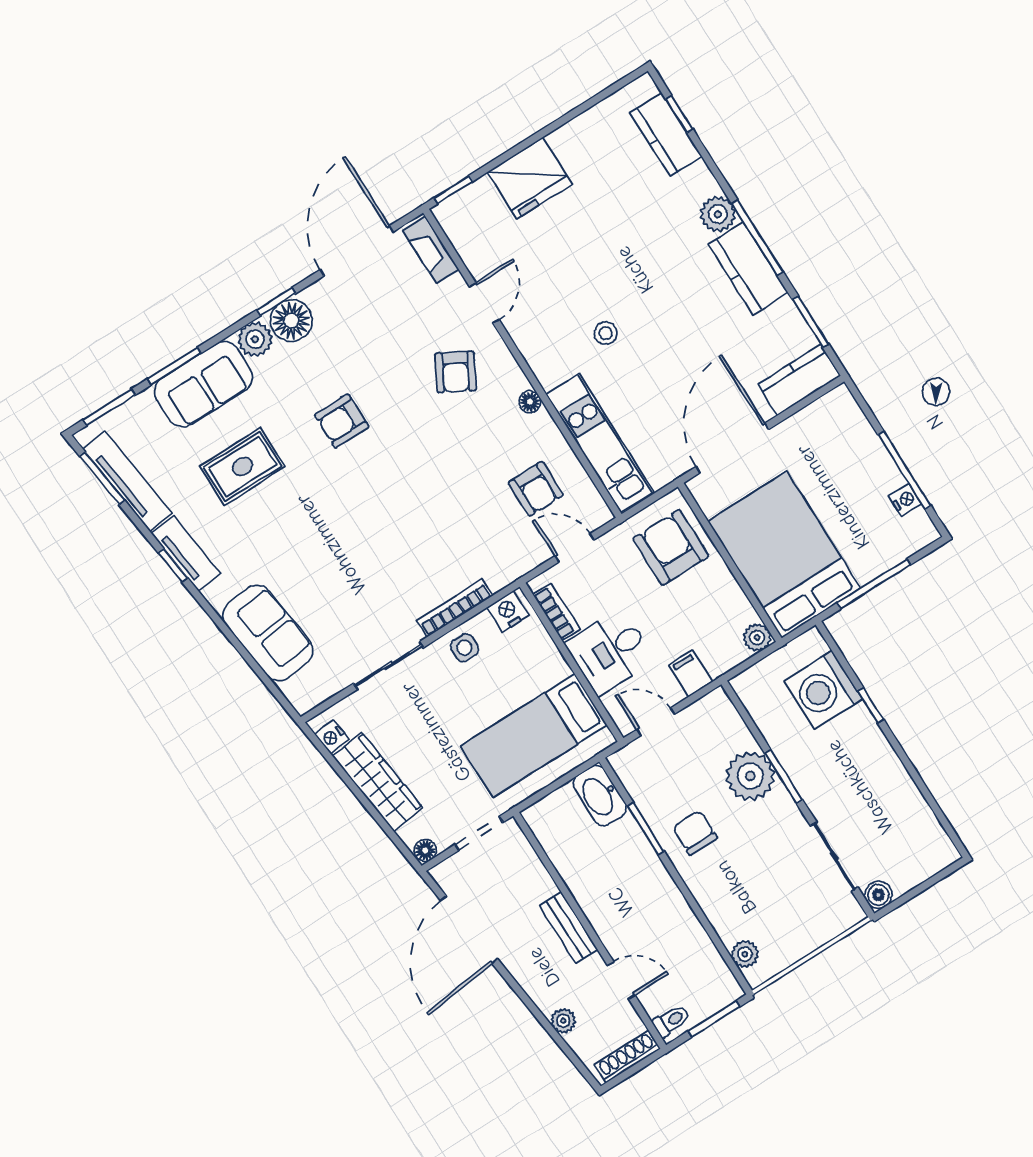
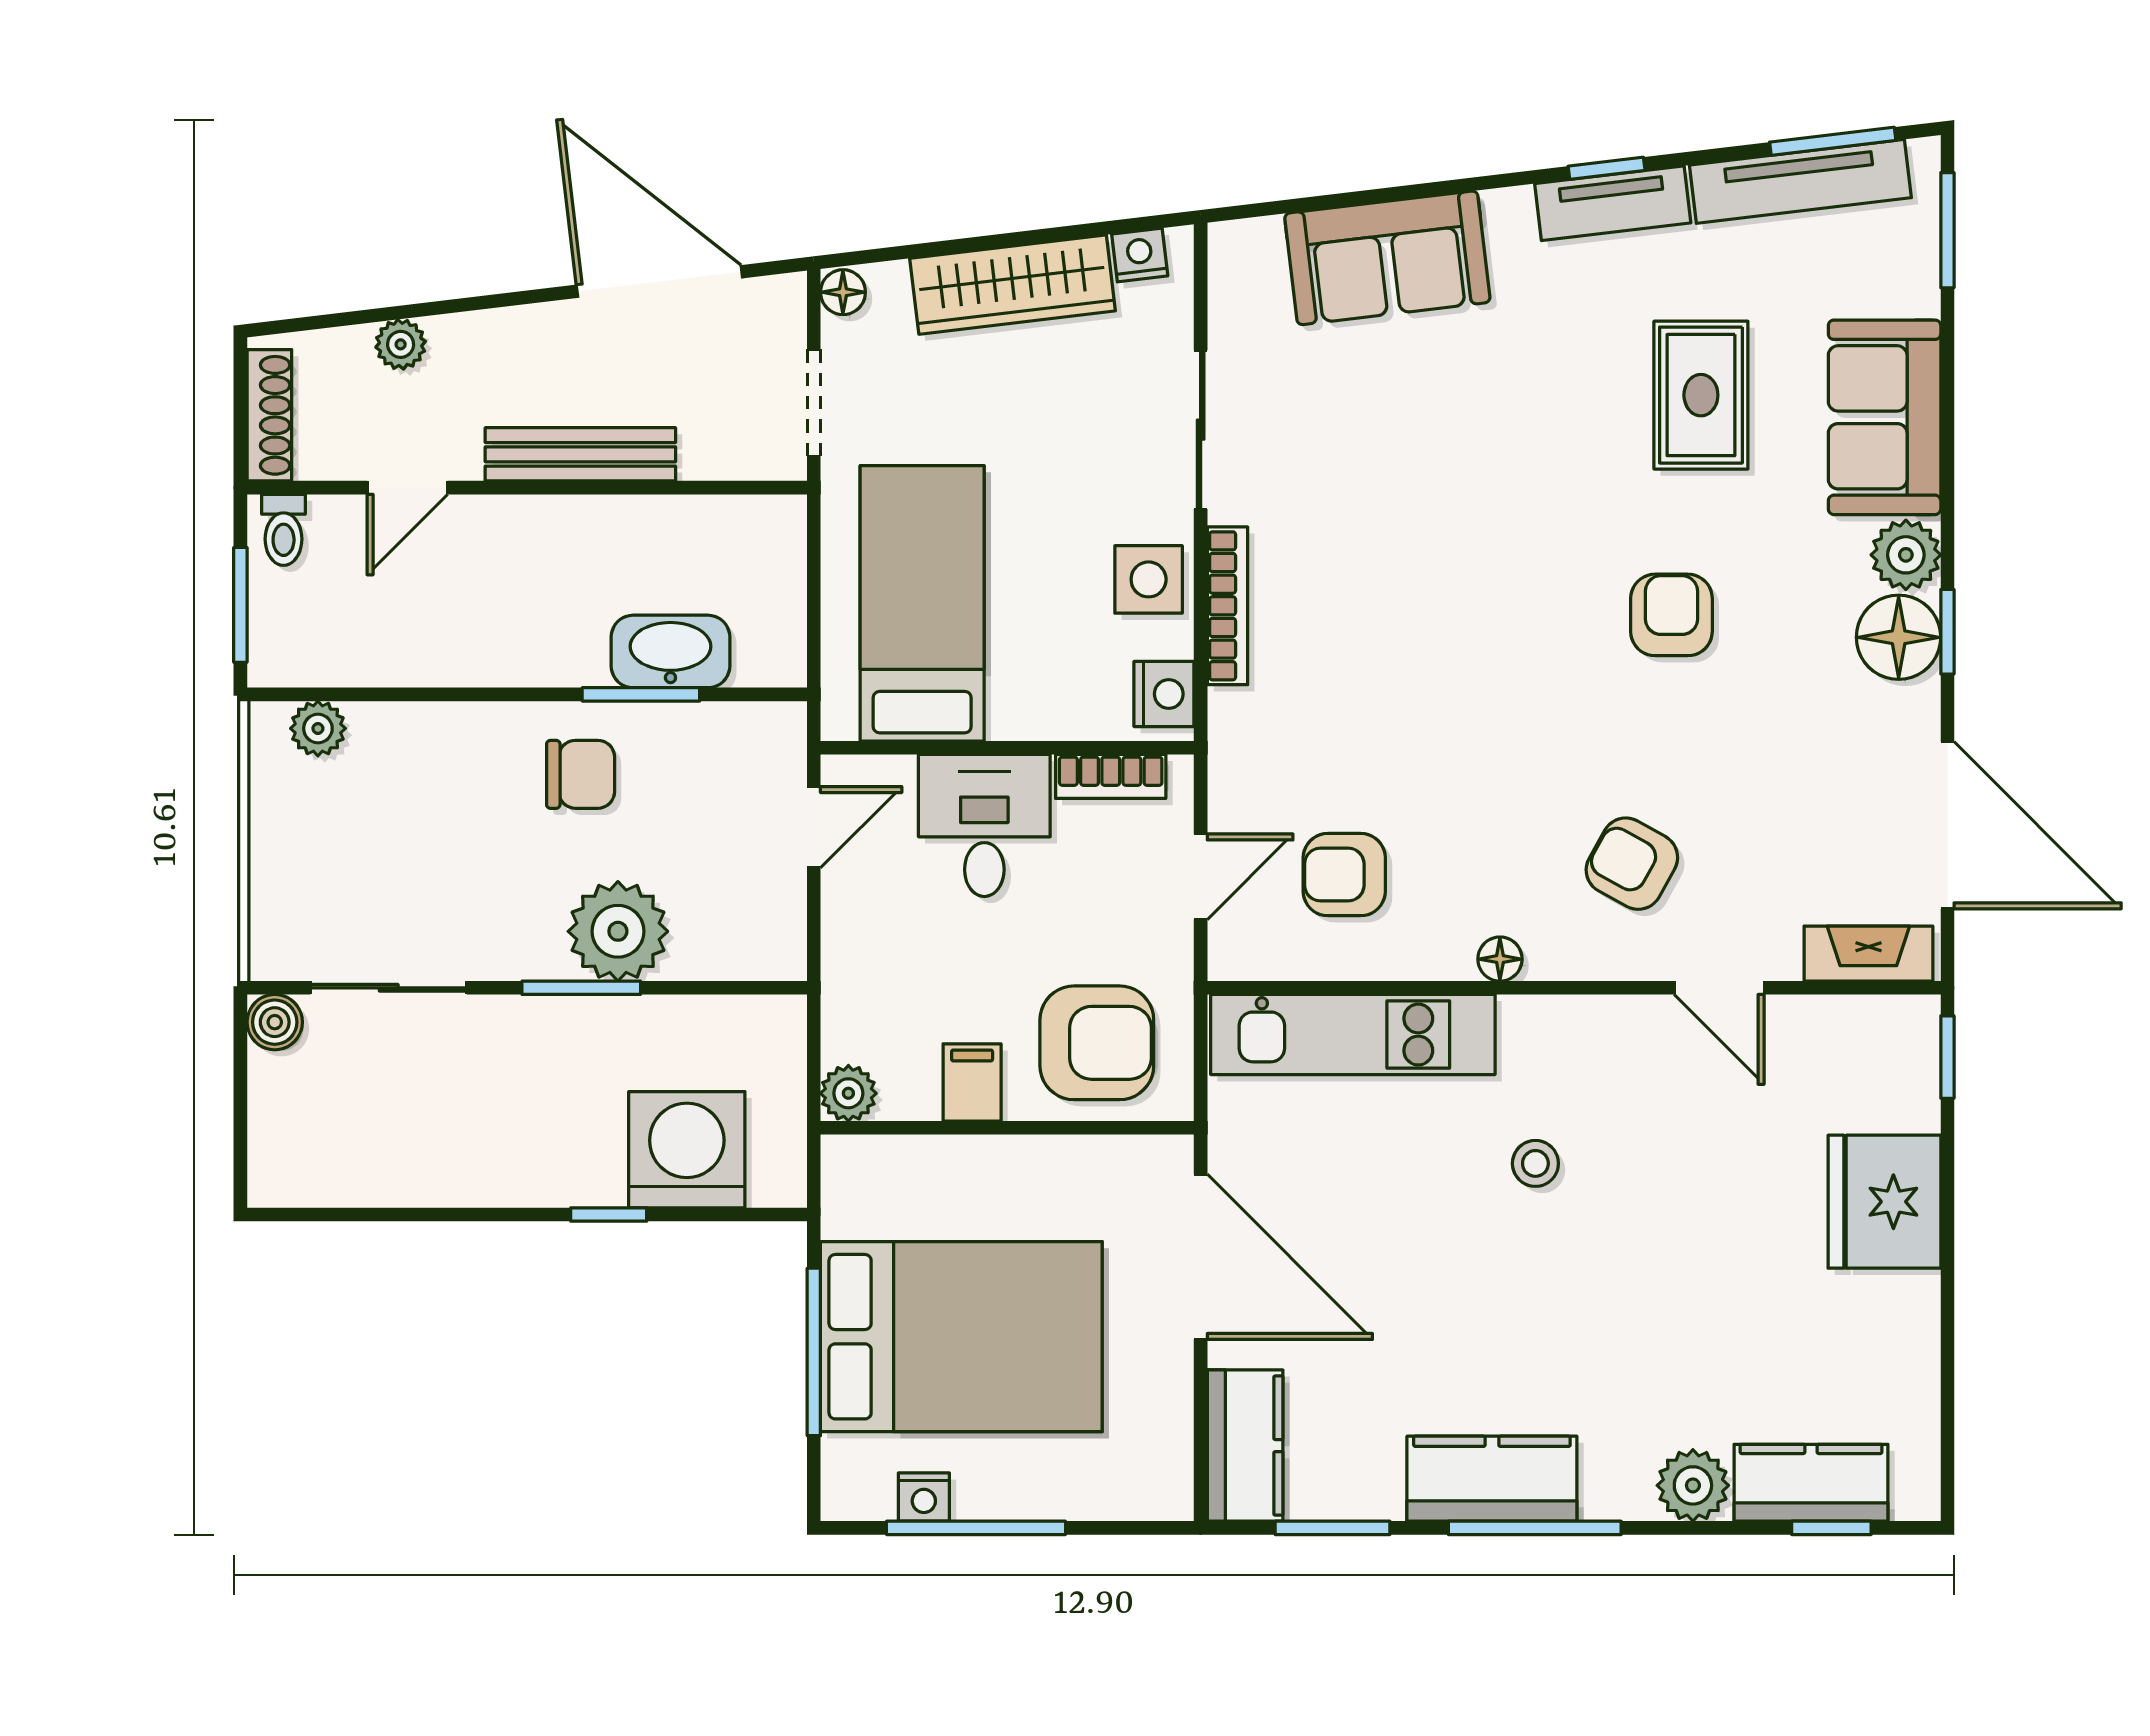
plant: (718, 214) -> (1693, 1485), moved
window: (174, 366) -> (1947, 387), removed
bed: (784, 555) -> (961, 1337), moved
side table: (464, 648) -> (1149, 579), width x1.37, depth x1.37
filing cabinet: (690, 673) -> (972, 1083), moved, turned -90
washbasin: (600, 796) -> (670, 651), moved
bench: (568, 928) -> (580, 454), width x1.36

